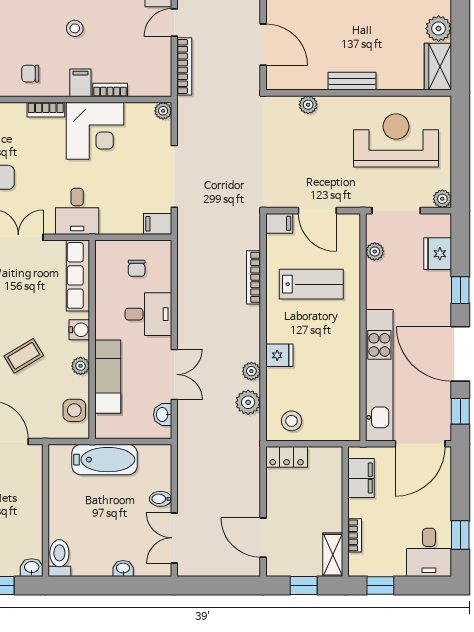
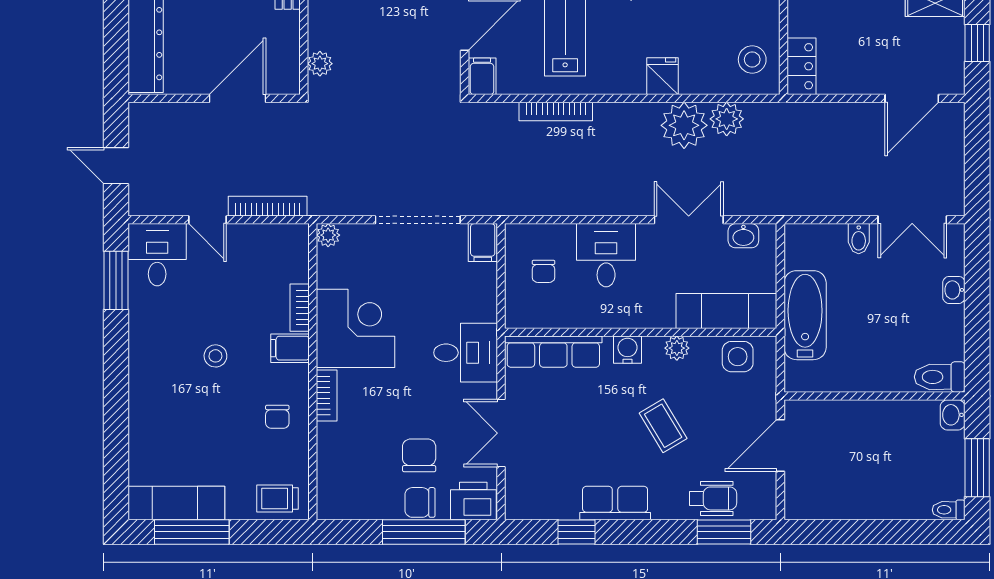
plant: (308, 105) -> (320, 64), moved
chair: (137, 268) -> (544, 271), turned 90
plant: (251, 371) -> (684, 125), width x1.88, depth x1.88
exam couch: (108, 377) -> (726, 311), moved

